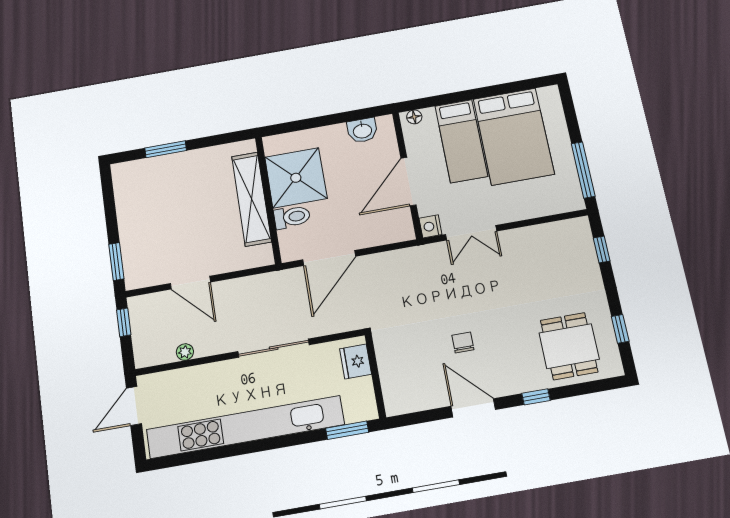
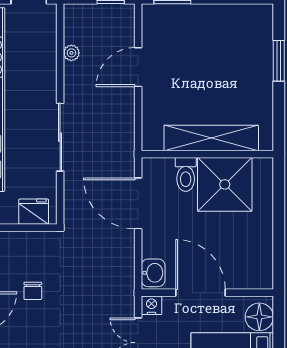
floor lamp: (414, 117) -> (259, 317), width x1.89, depth x1.89
washbasin: (362, 130) -> (153, 273), moved, turned 180
chair: (463, 342) -> (33, 291), moved, turned 90

